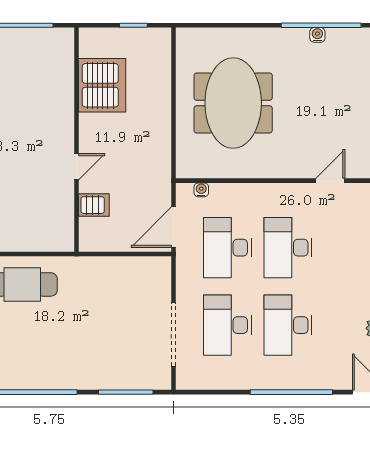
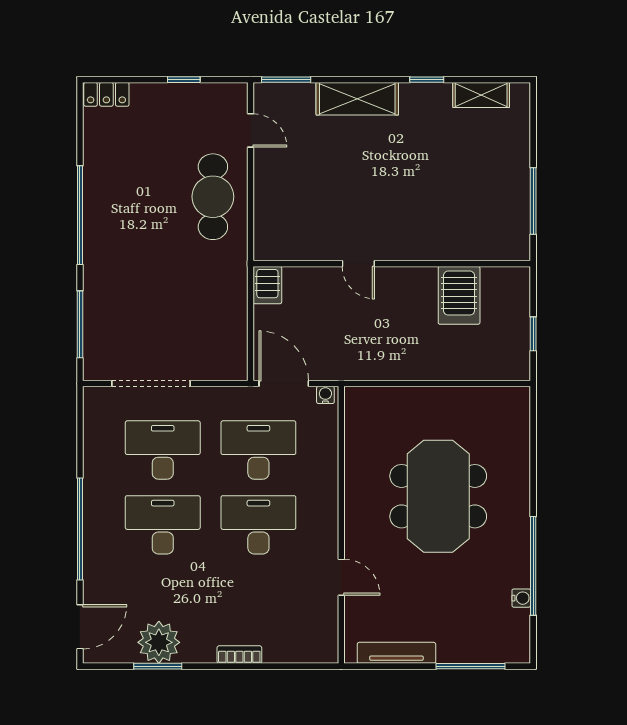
water cooler: (317, 35) -> (521, 598), moved
server rack: (102, 85) -> (459, 295), width x0.62
meeting table: (233, 103) -> (438, 496), moved, turned 90
water cooler: (201, 190) -> (325, 395), moved, turned -90
server rack: (94, 205) -> (267, 285), moved

